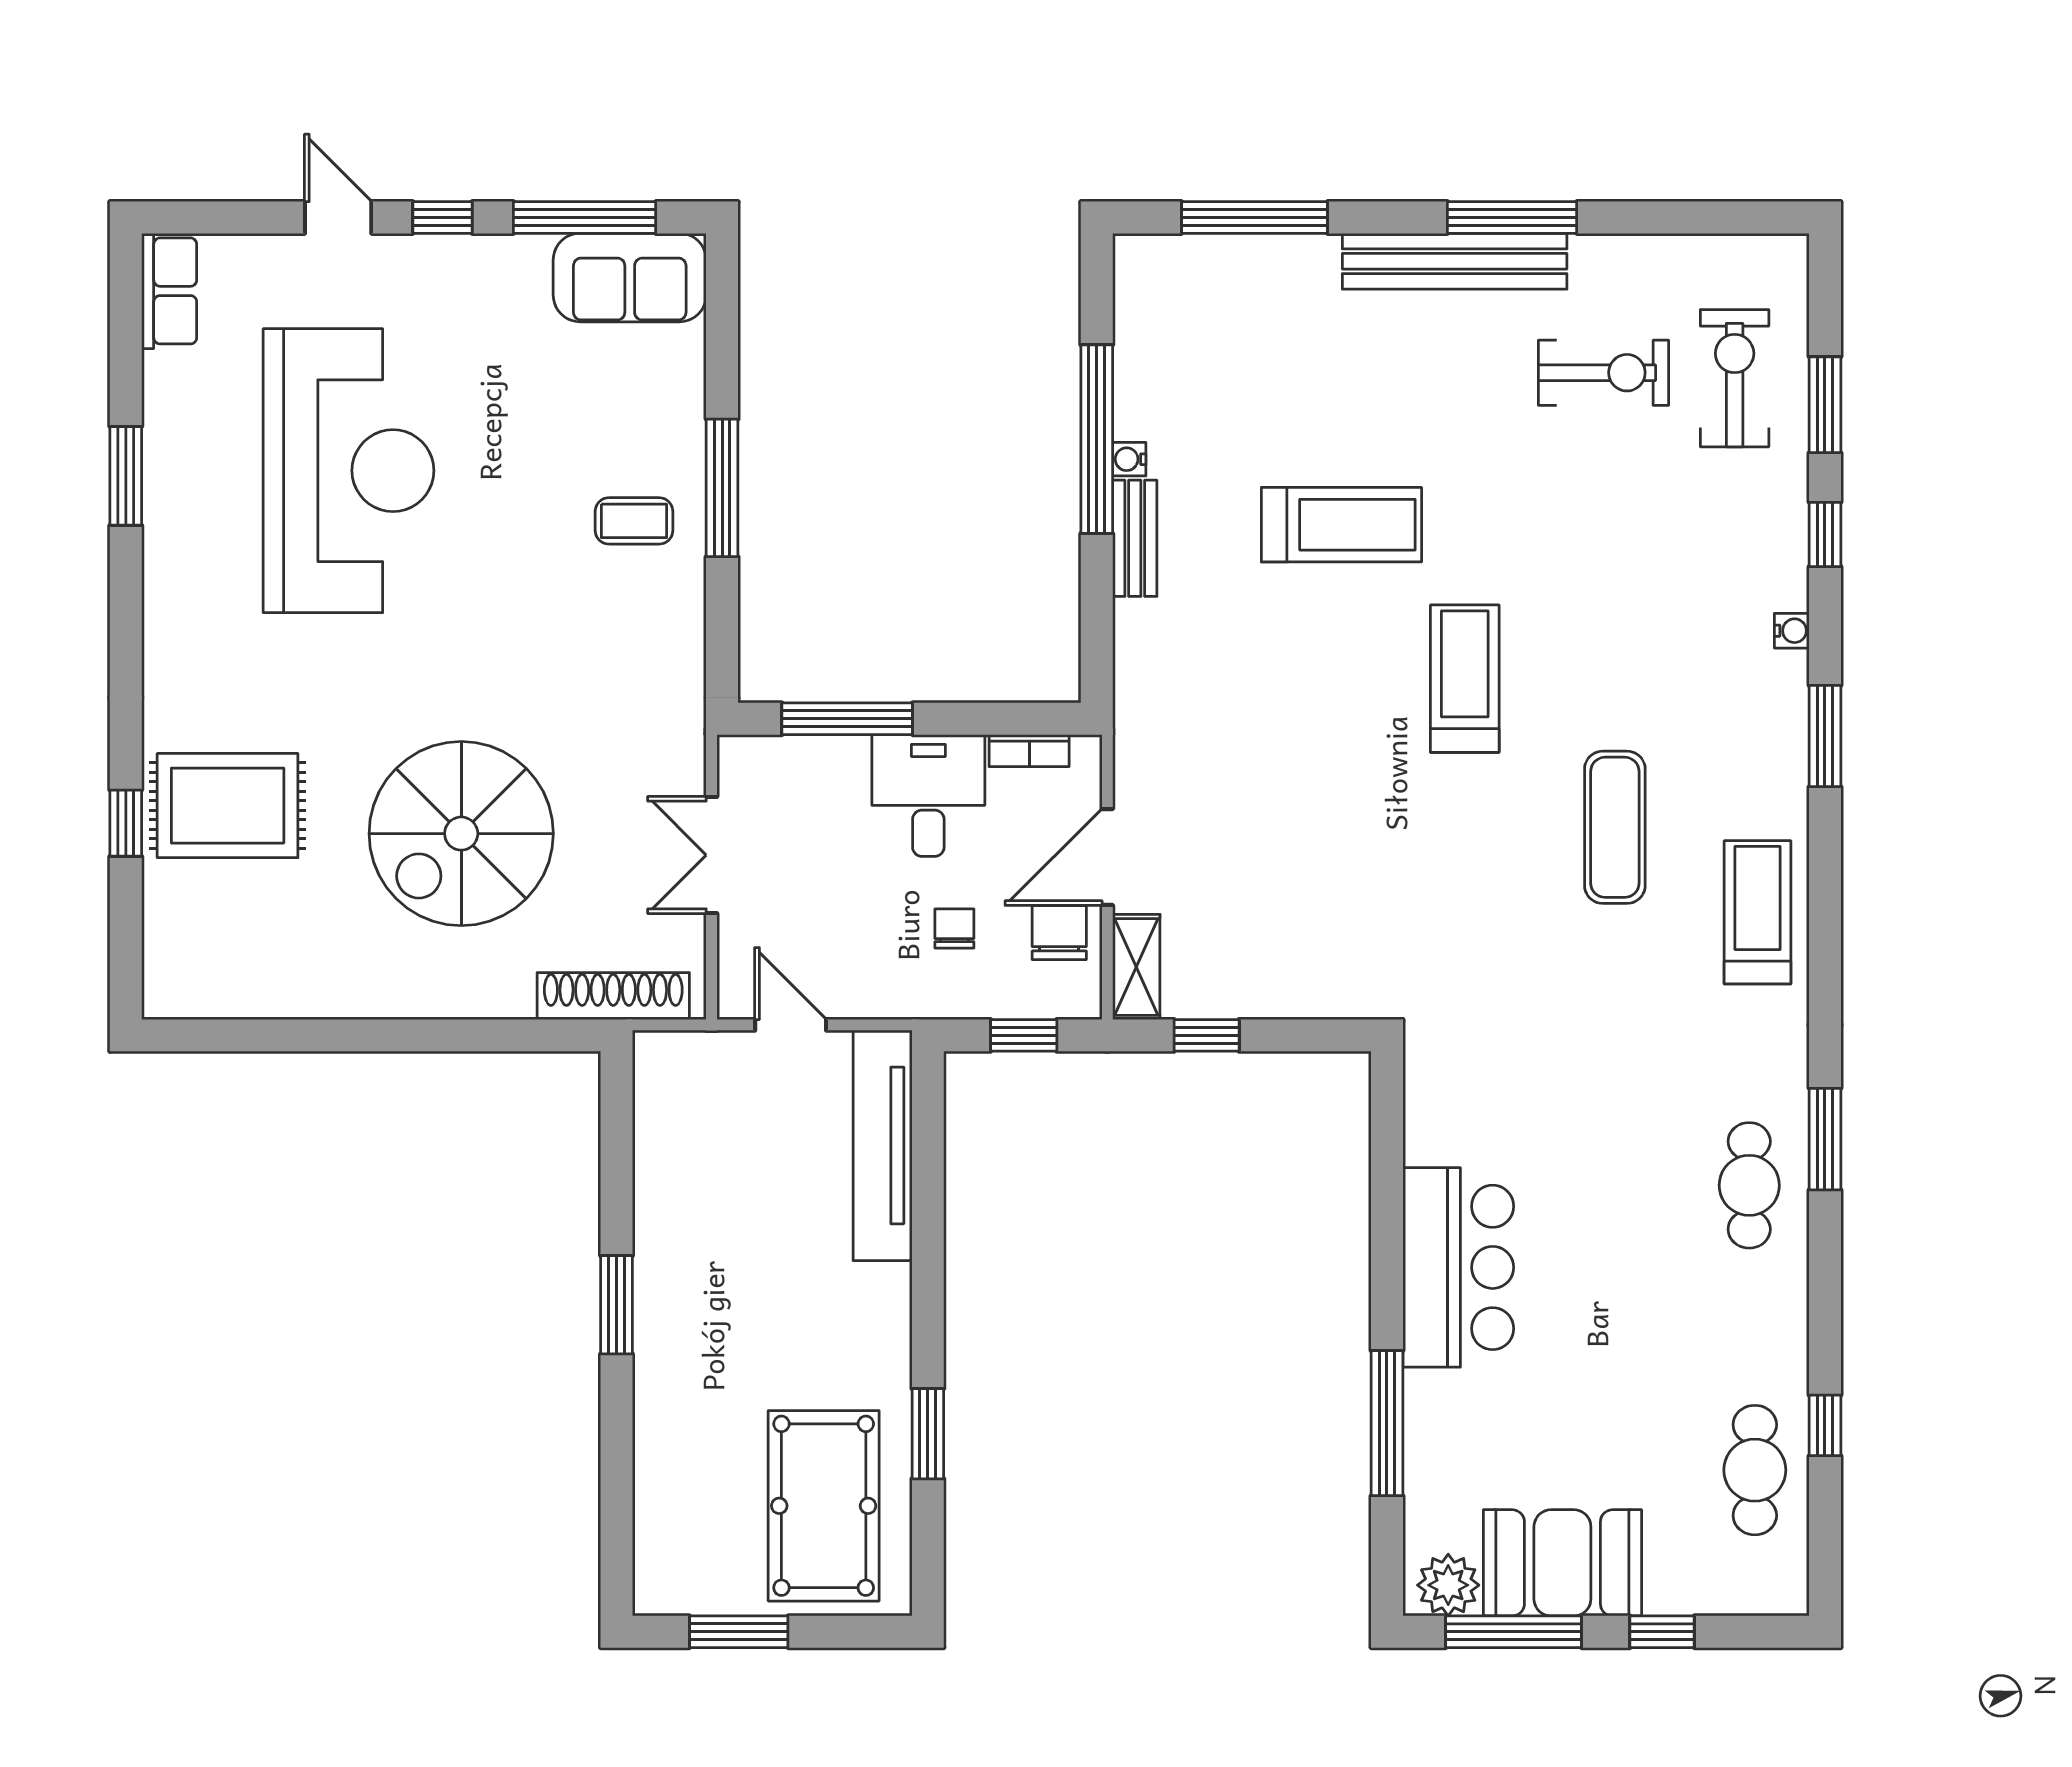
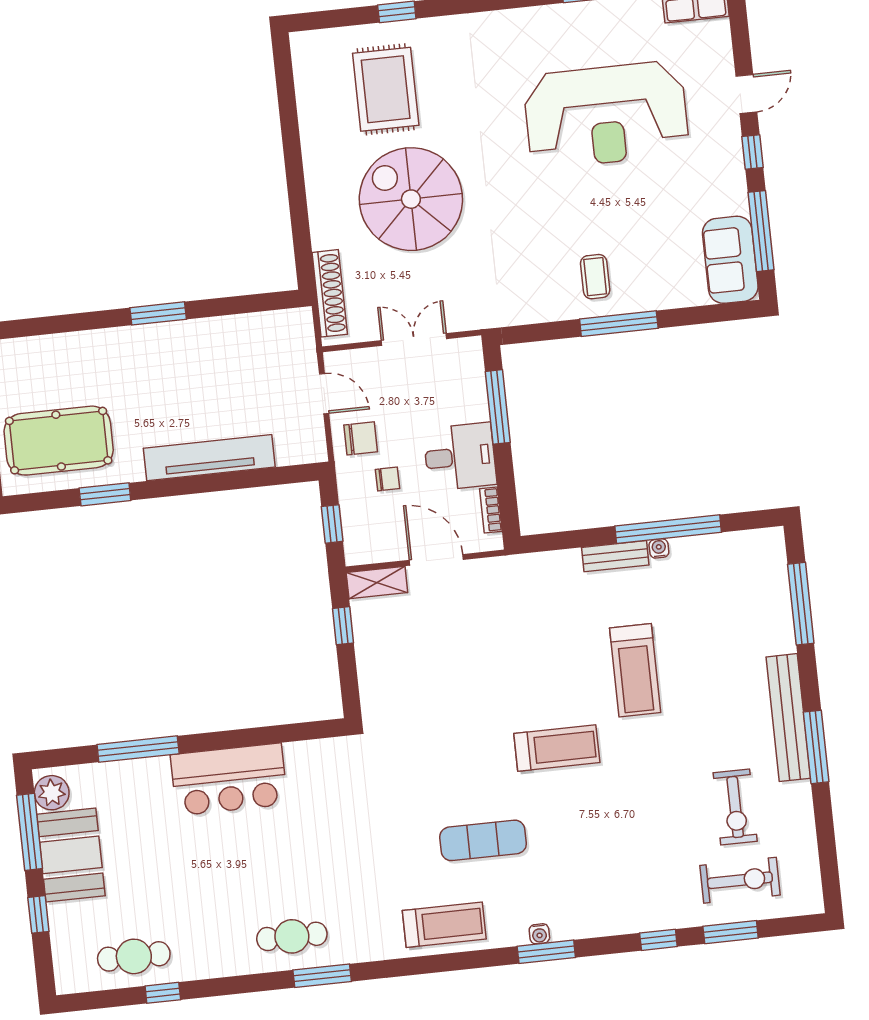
water cooler: (1792, 631) -> (539, 934), moved
rug: (228, 806) -> (386, 89), moved
chair: (1059, 933) -> (361, 438), moved
door: (791, 1025) -> (324, 394), hinge flipped
tv unit: (883, 1145) -> (209, 458), moved

